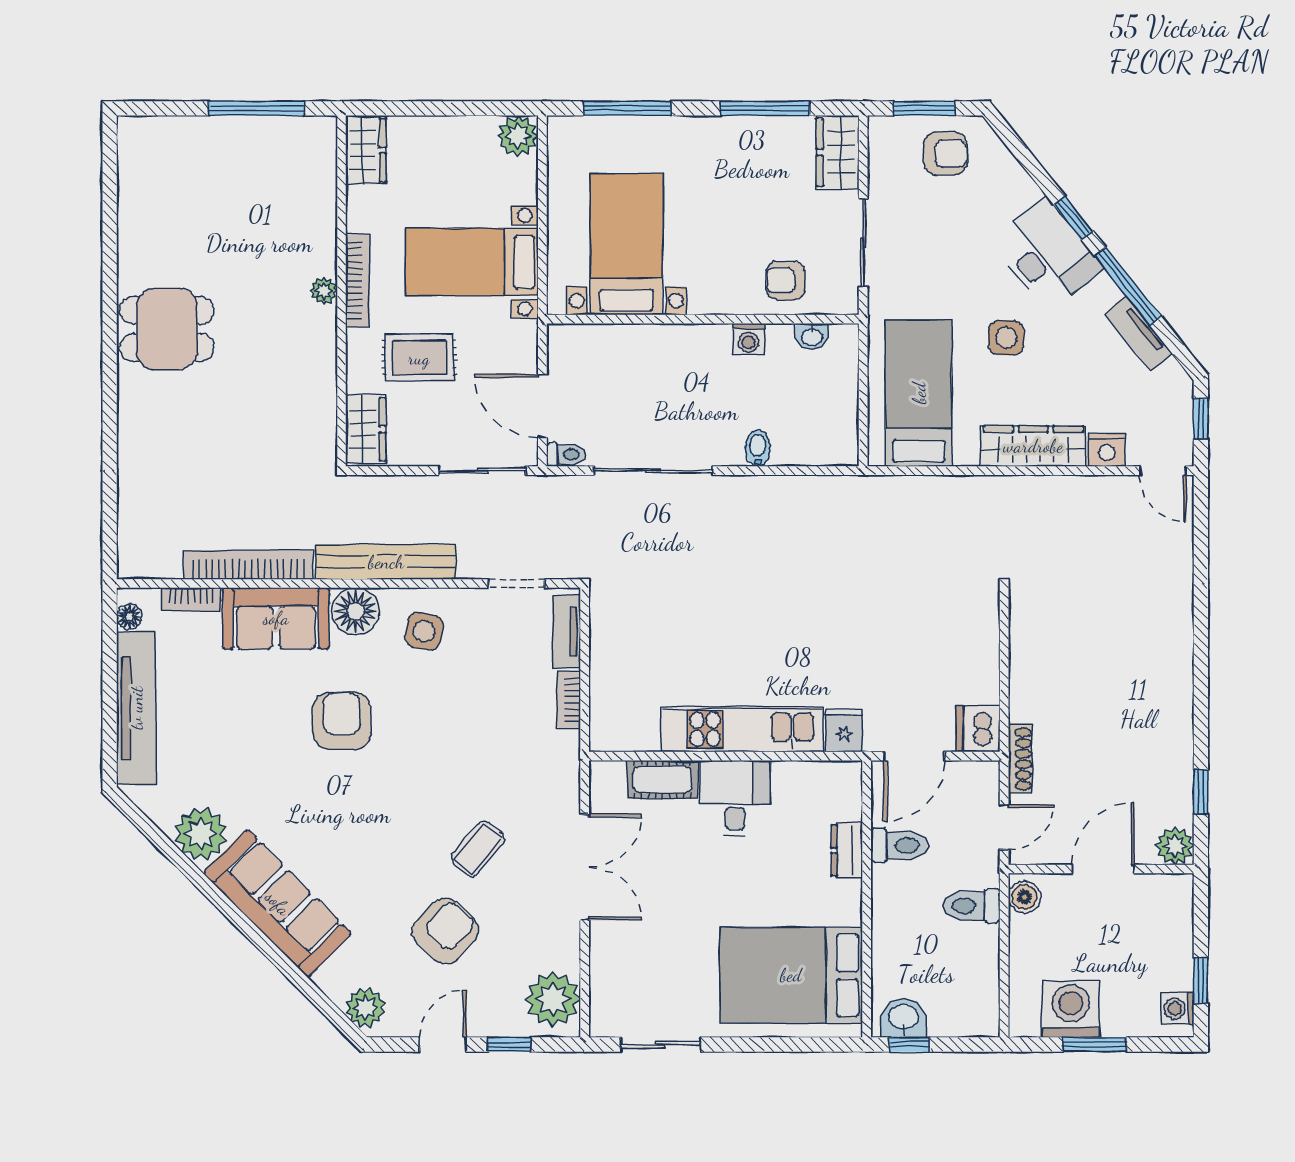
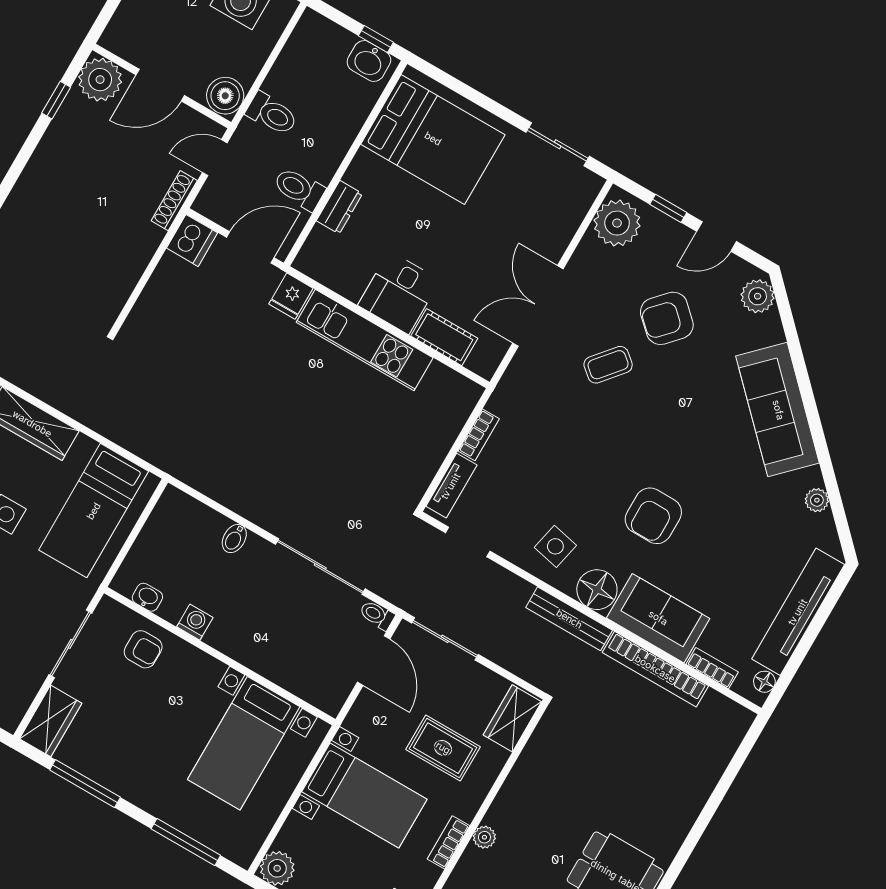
bookcase: (358, 281) -> (448, 842), width x0.64
bench: (386, 562) -> (569, 619), width x0.73, depth x0.82
plant: (201, 834) -> (817, 500), width x0.53, depth x0.53
plant: (1175, 846) -> (100, 80), width x1.36, depth x1.36
boiler: (1024, 897) -> (225, 96), width x1.36, depth x1.36

